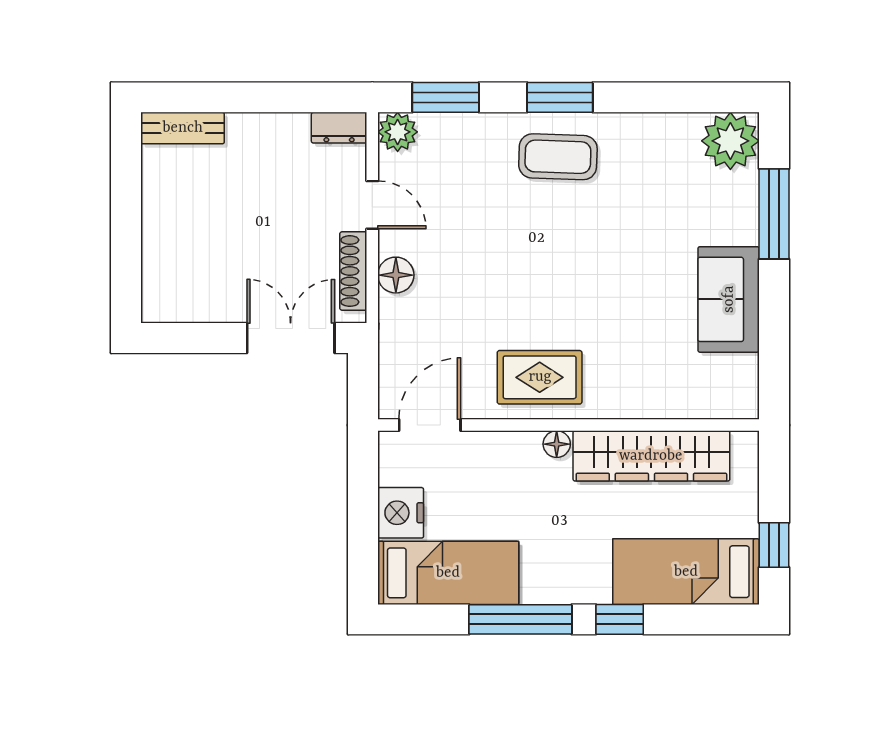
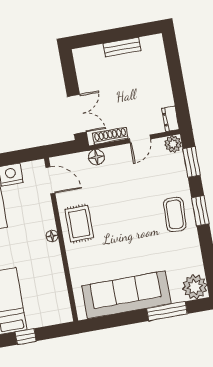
bench: (183, 128) -> (122, 47), moved, turned 90
floor lamp: (396, 275) -> (96, 157), moved
sofa: (729, 299) -> (126, 295), width x1.85, depth x1.27
wardrobe: (651, 456) -> (54, 277), removed

